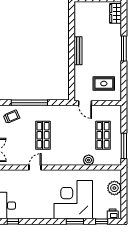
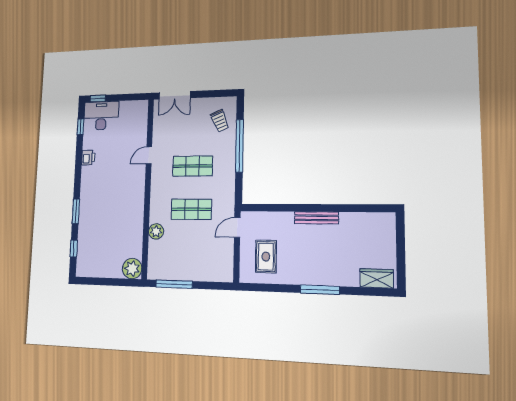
shop shelf: (103, 135) -> (191, 209), moved
door: (35, 167) -> (149, 155), swing flipped
plant: (114, 188) -> (132, 269), moved
corner desk: (73, 200) -> (104, 209), removed
printer: (113, 214) -> (88, 158), moved

